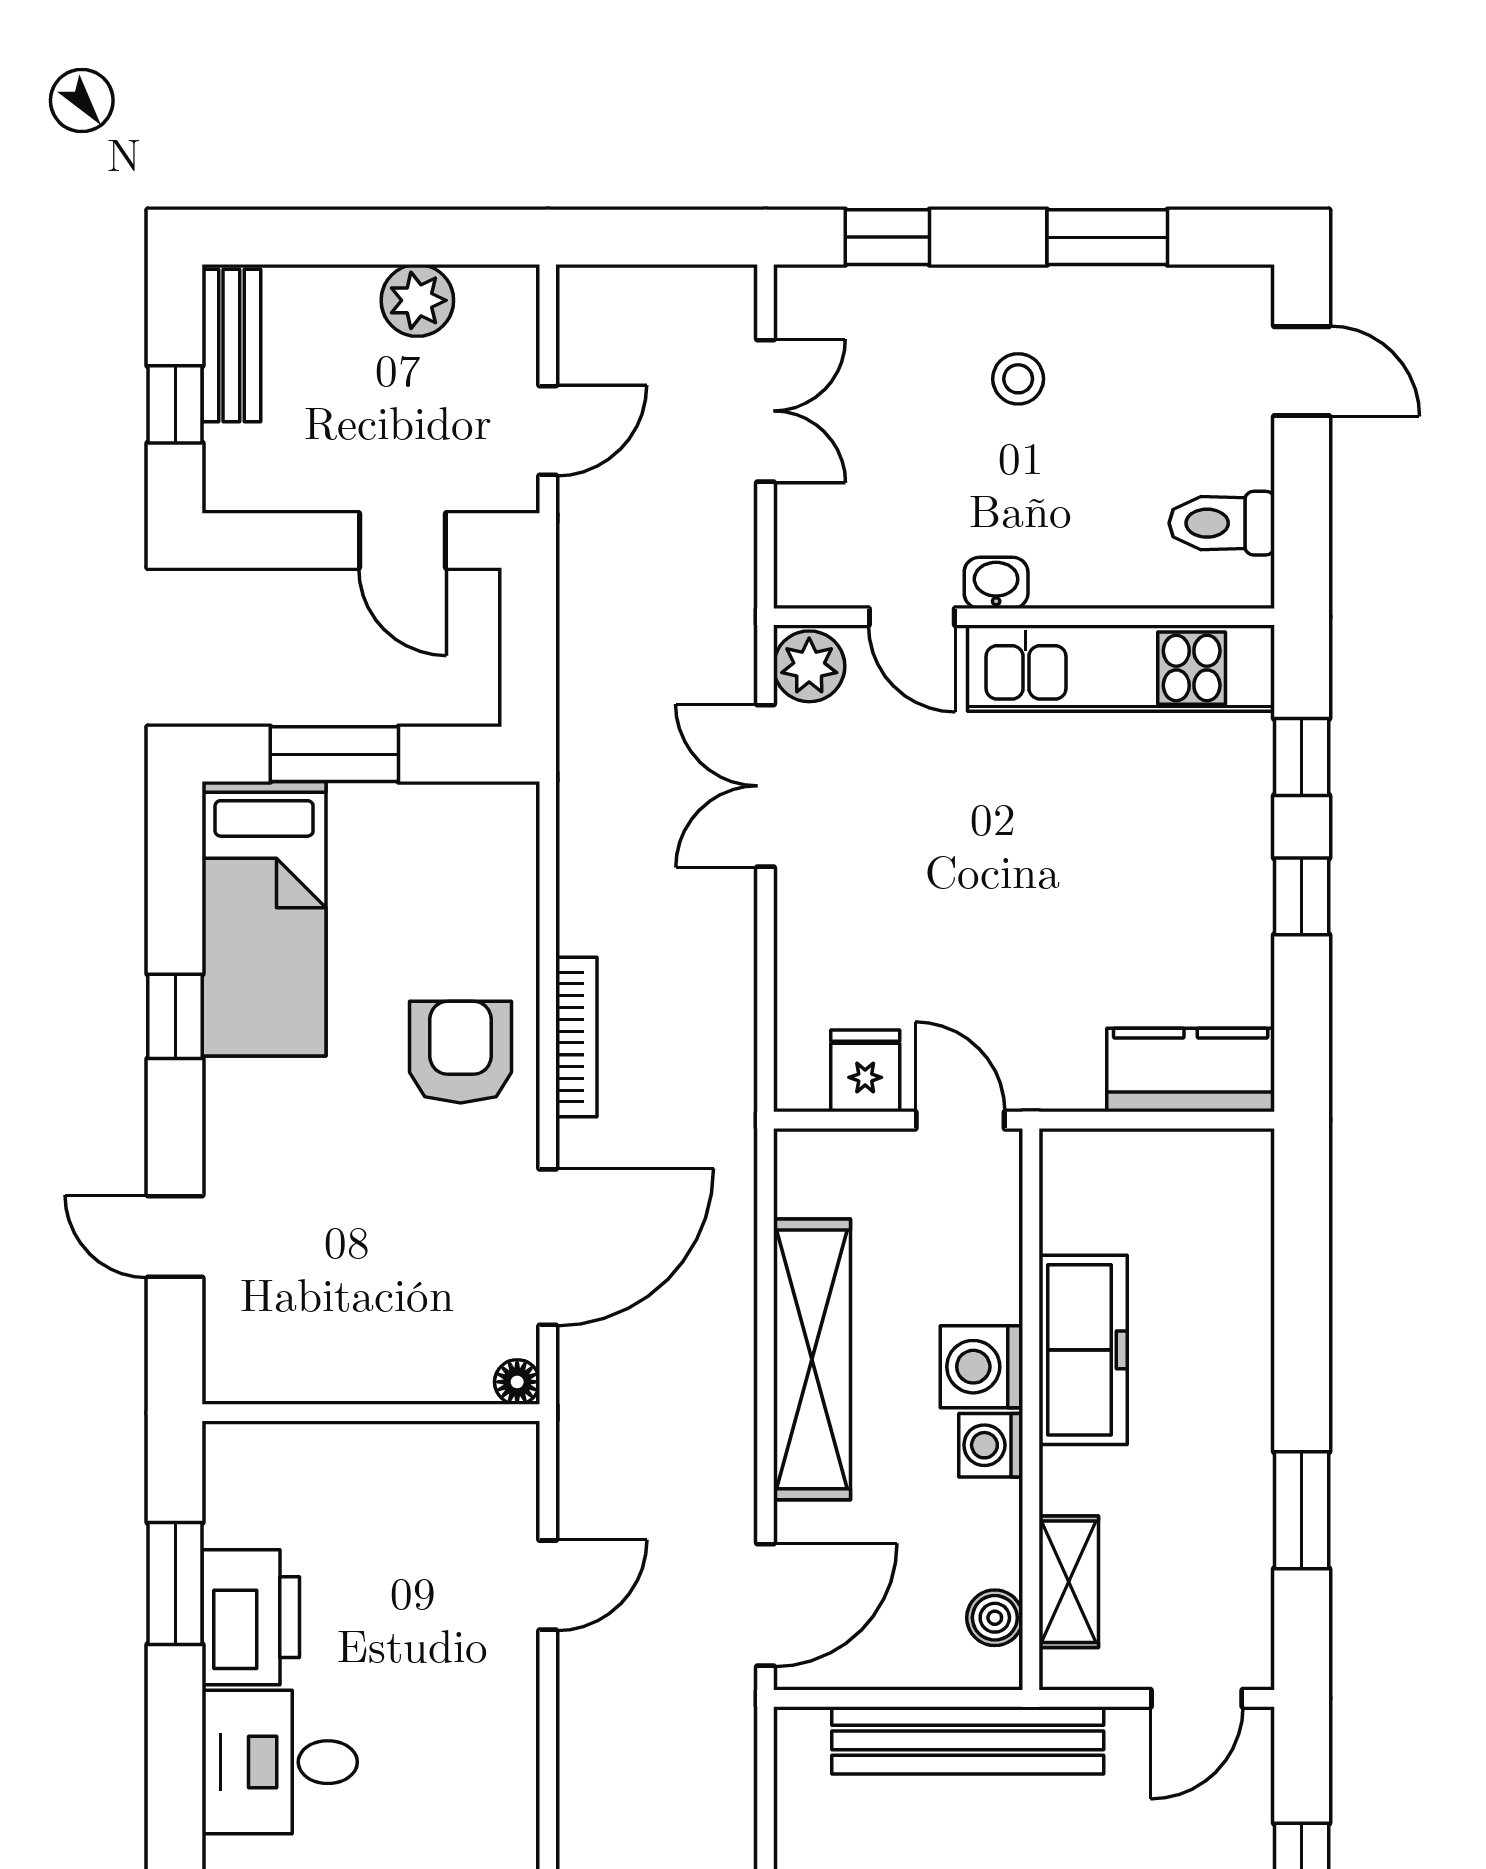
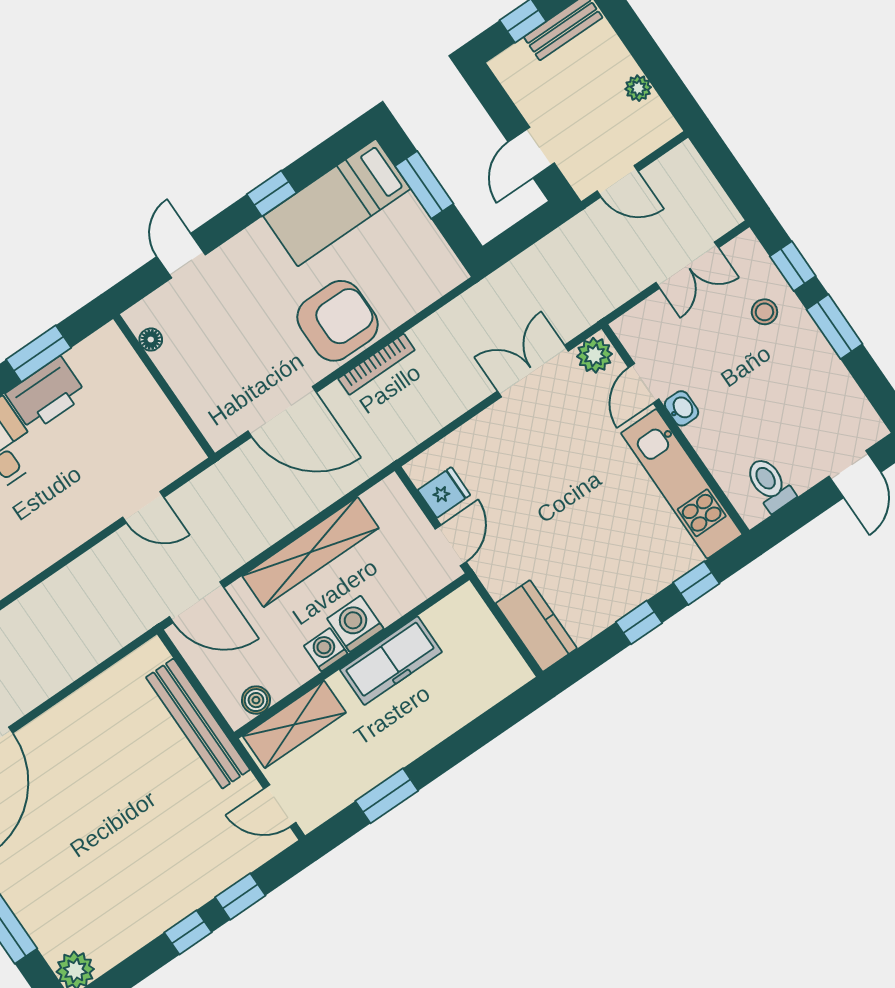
window: (1107, 237) -> (834, 327), moved
plant: (417, 300) -> (638, 88), width x0.73, depth x0.73
stool: (1018, 379) -> (764, 312), moved
armchair: (461, 1052) -> (338, 321), width x1.36, depth x1.36
floor lamp: (517, 1382) -> (151, 340), moved
shelving: (1069, 1582) -> (294, 724), width x1.50, depth x1.33

